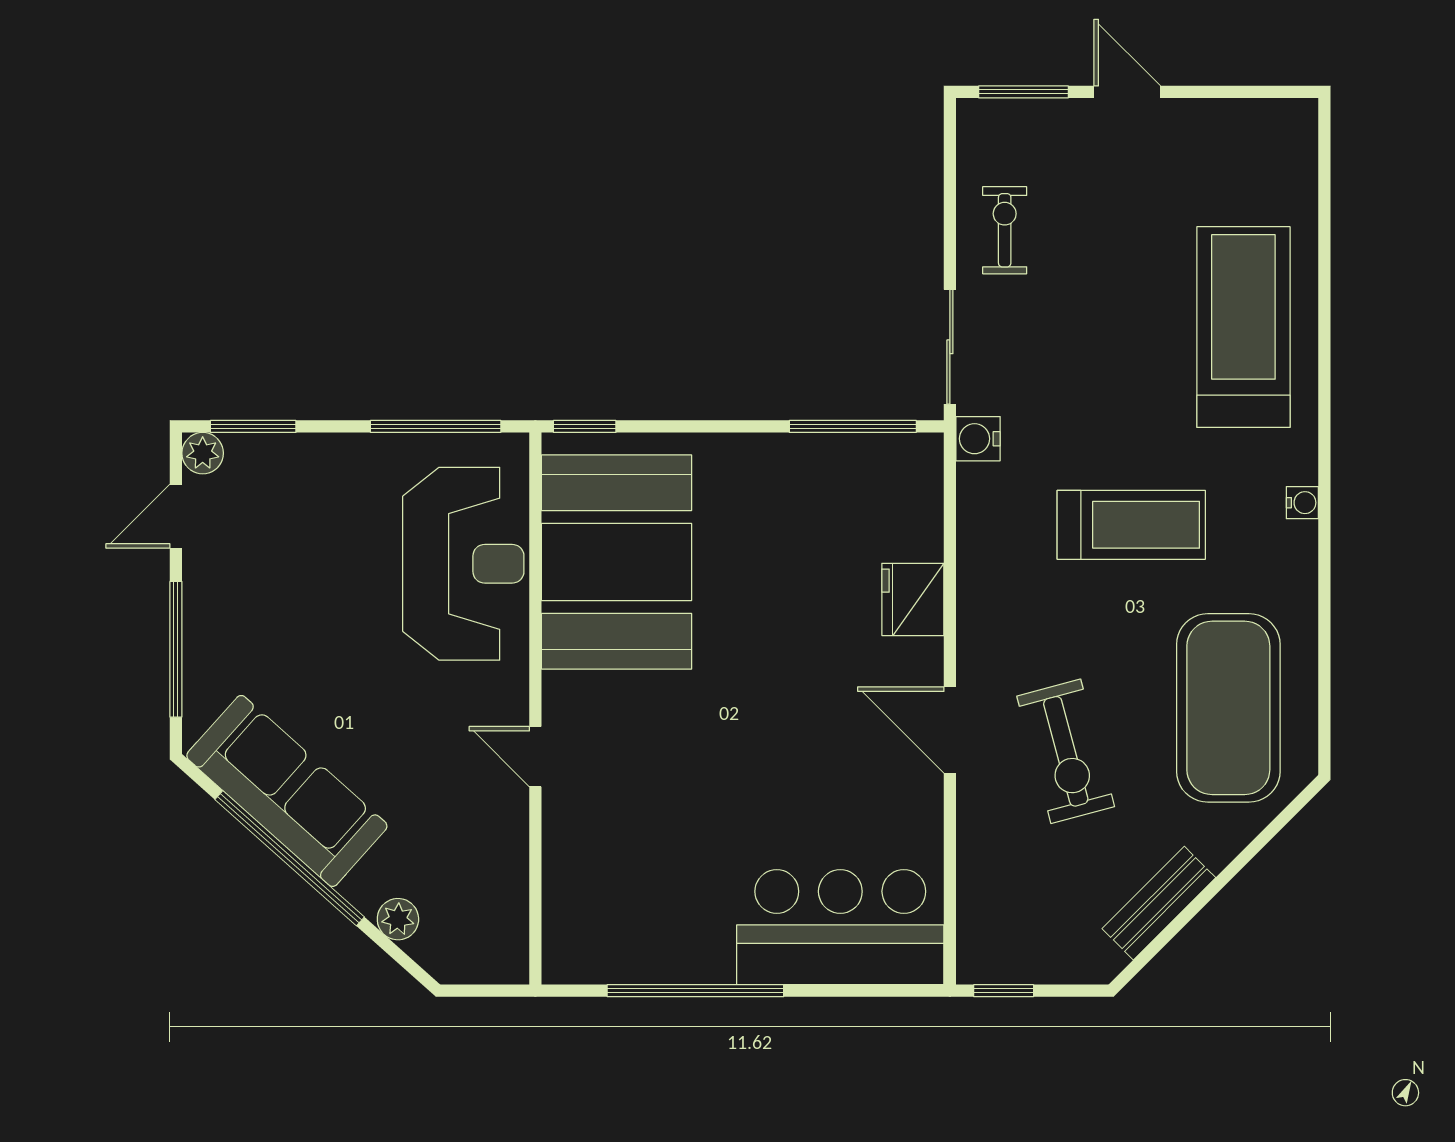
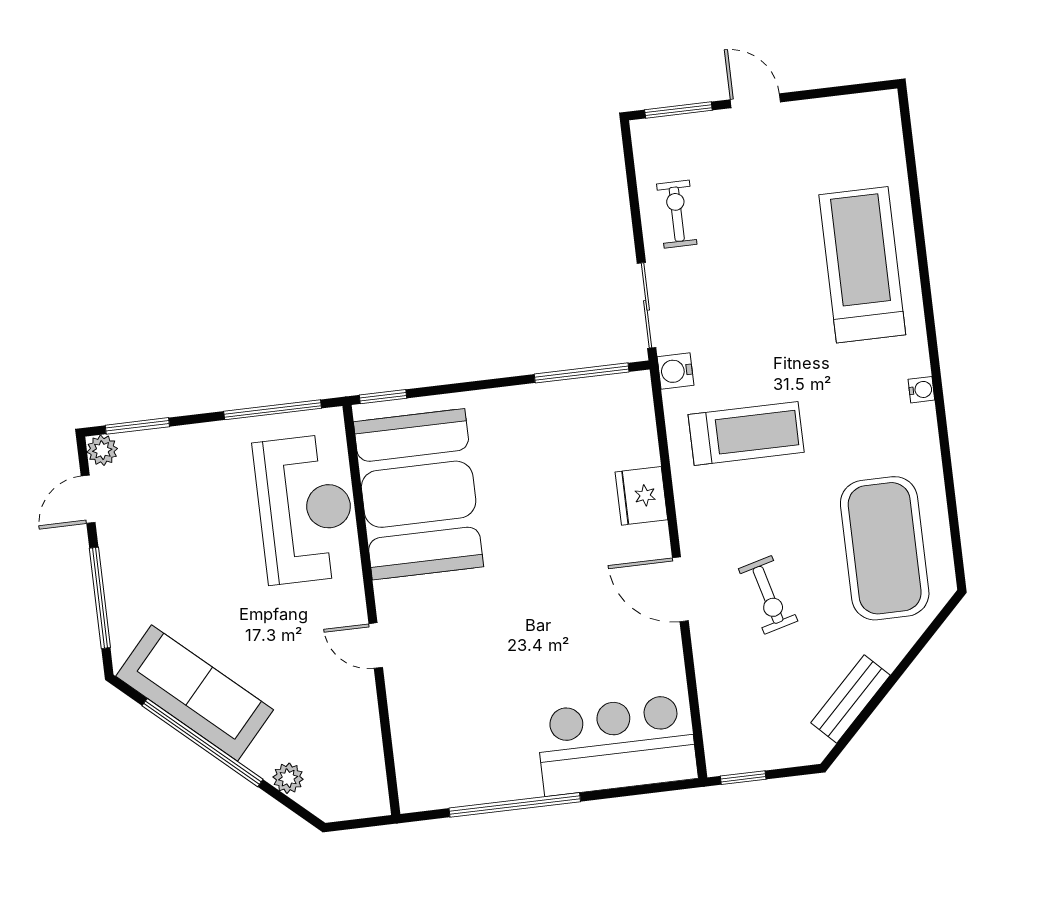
treadmill: (1131, 525) -> (746, 433), moved
exercise bike: (1066, 751) -> (768, 595), width x0.73, depth x0.72

